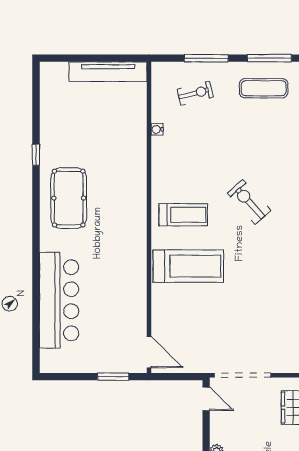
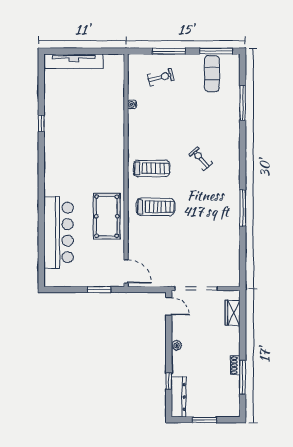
tv unit: (108, 72) -> (74, 61), moved
exercise mat: (264, 88) -> (212, 74), turned 90
pool table: (69, 198) -> (107, 216), moved
exercise bike: (249, 202) -> (201, 159), width x0.73, depth x0.72
treadmill: (188, 266) -> (155, 207), width x0.73, depth x0.73

